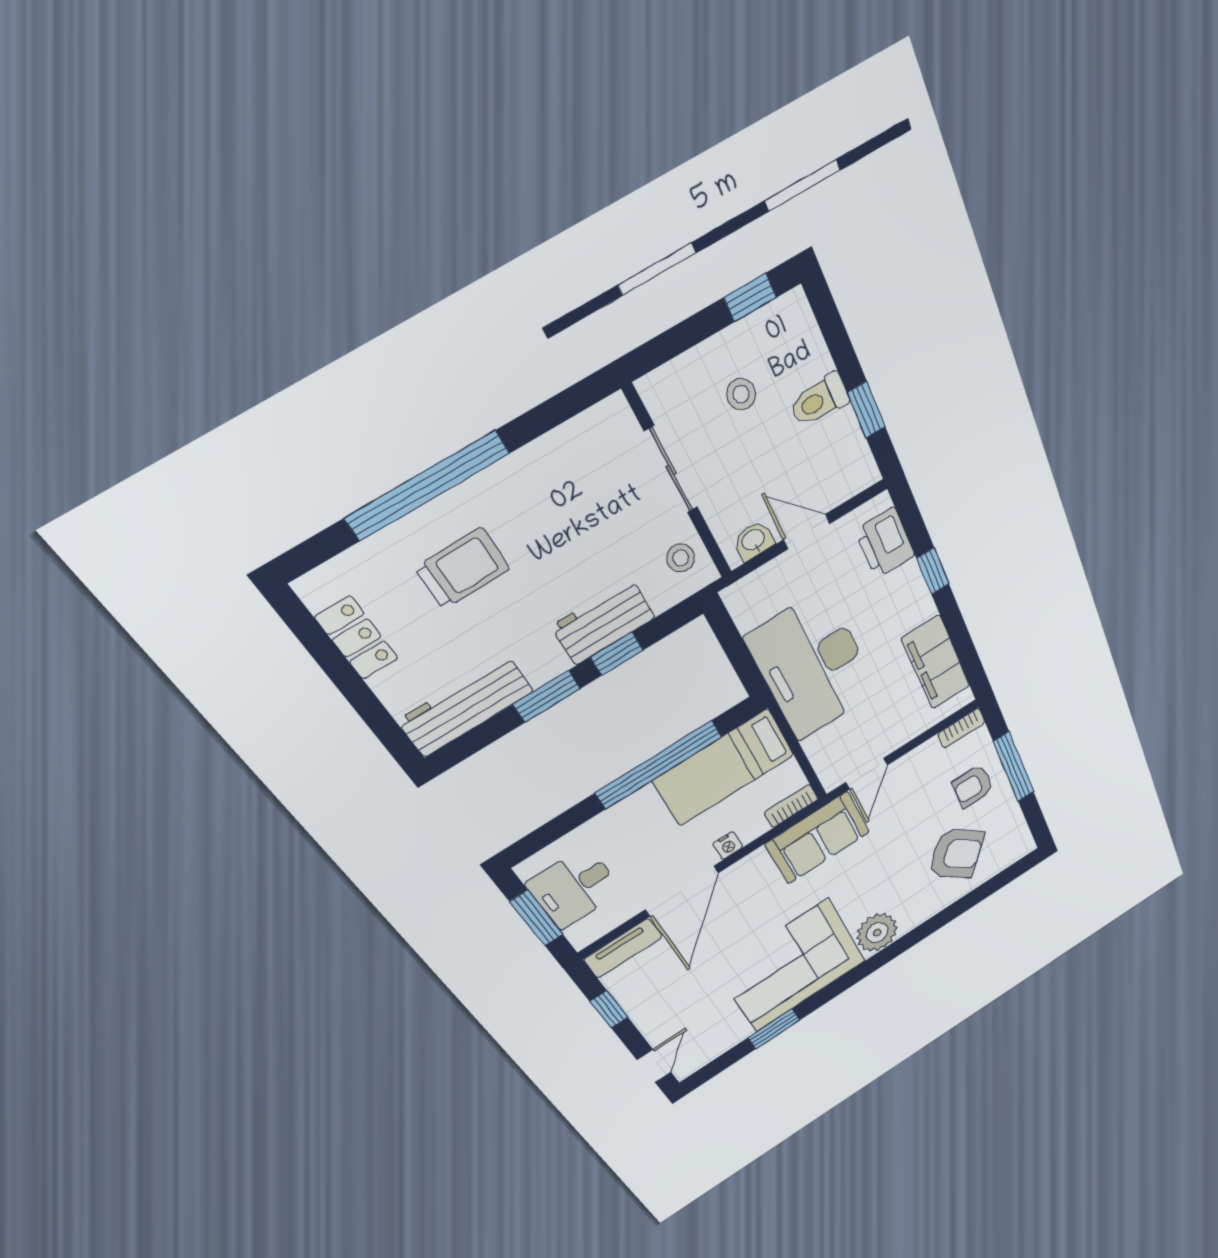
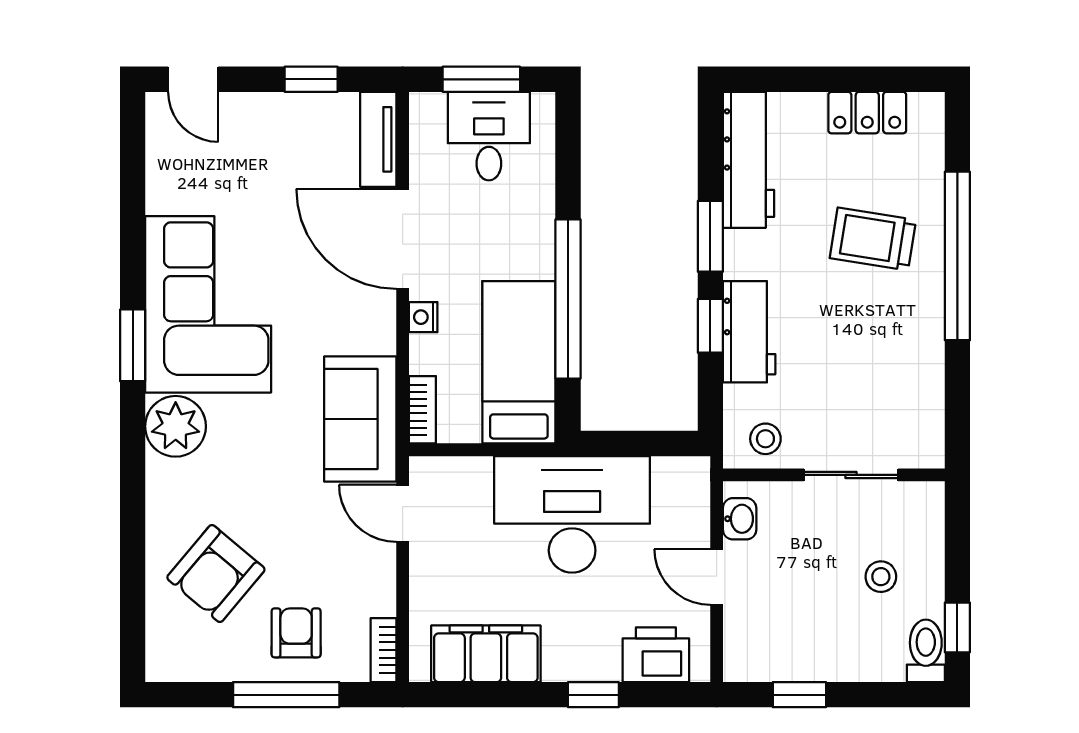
toilet: (819, 400) -> (926, 651), moved
door: (807, 532) -> (717, 577), swing flipped
trolley: (463, 568) -> (873, 239), turned 100
window: (774, 1029) -> (133, 345), moved

